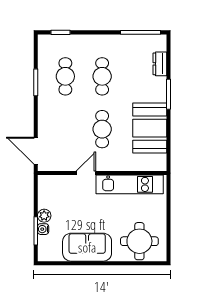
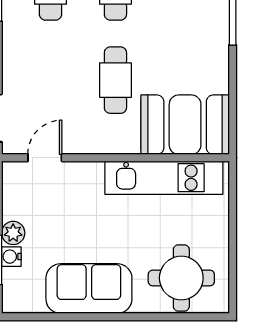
booth: (150, 128) -> (185, 125), moved, turned 90
door: (86, 173) -> (45, 158), moved

